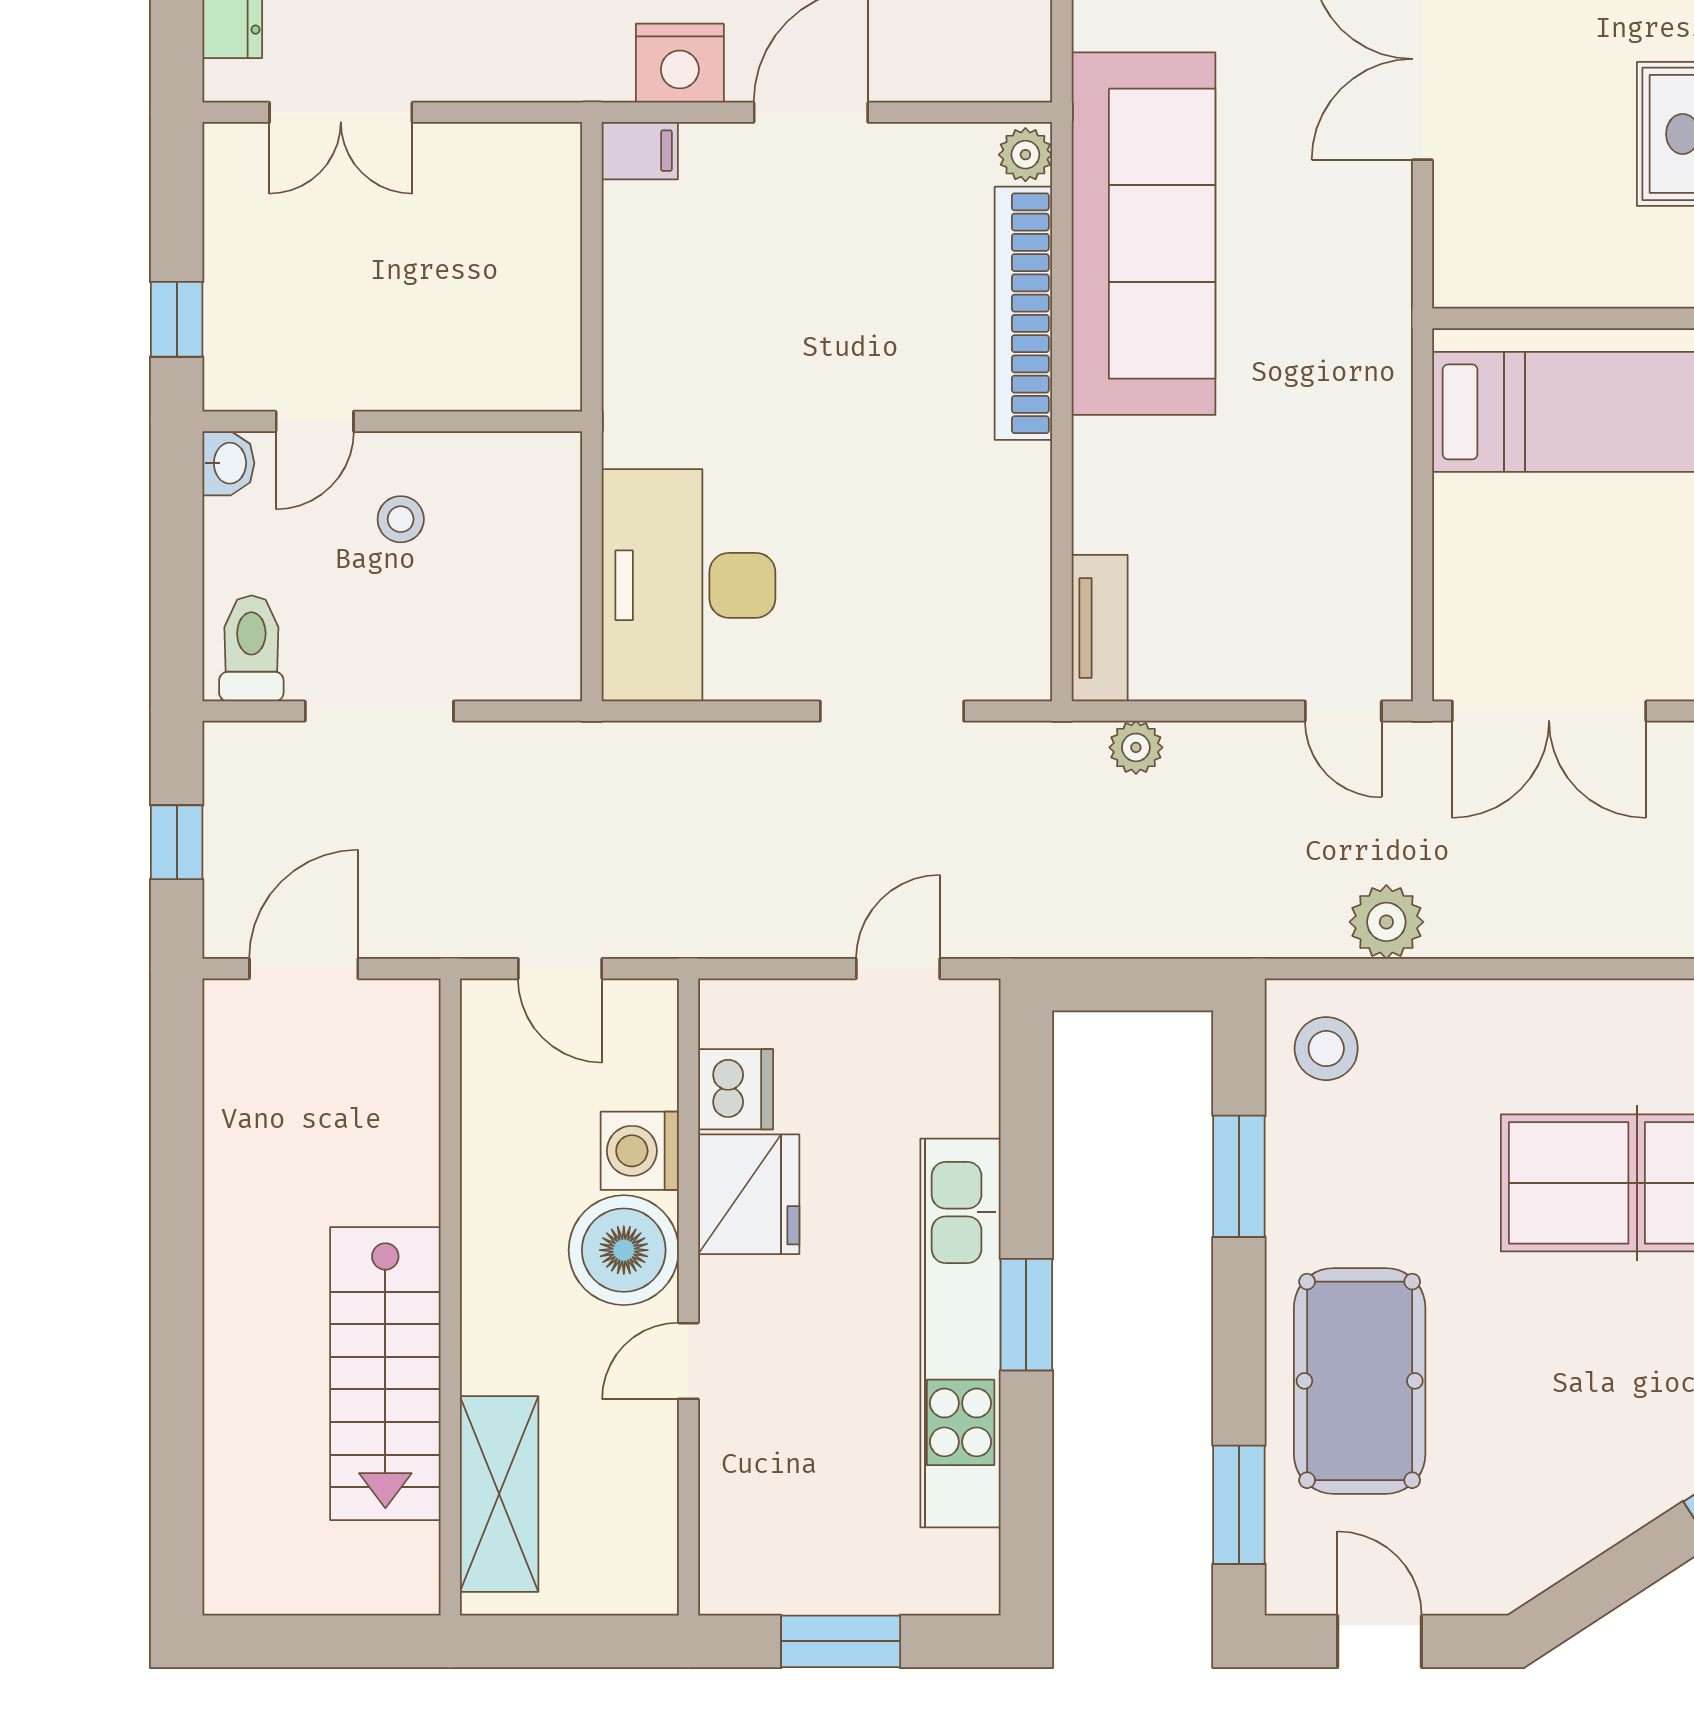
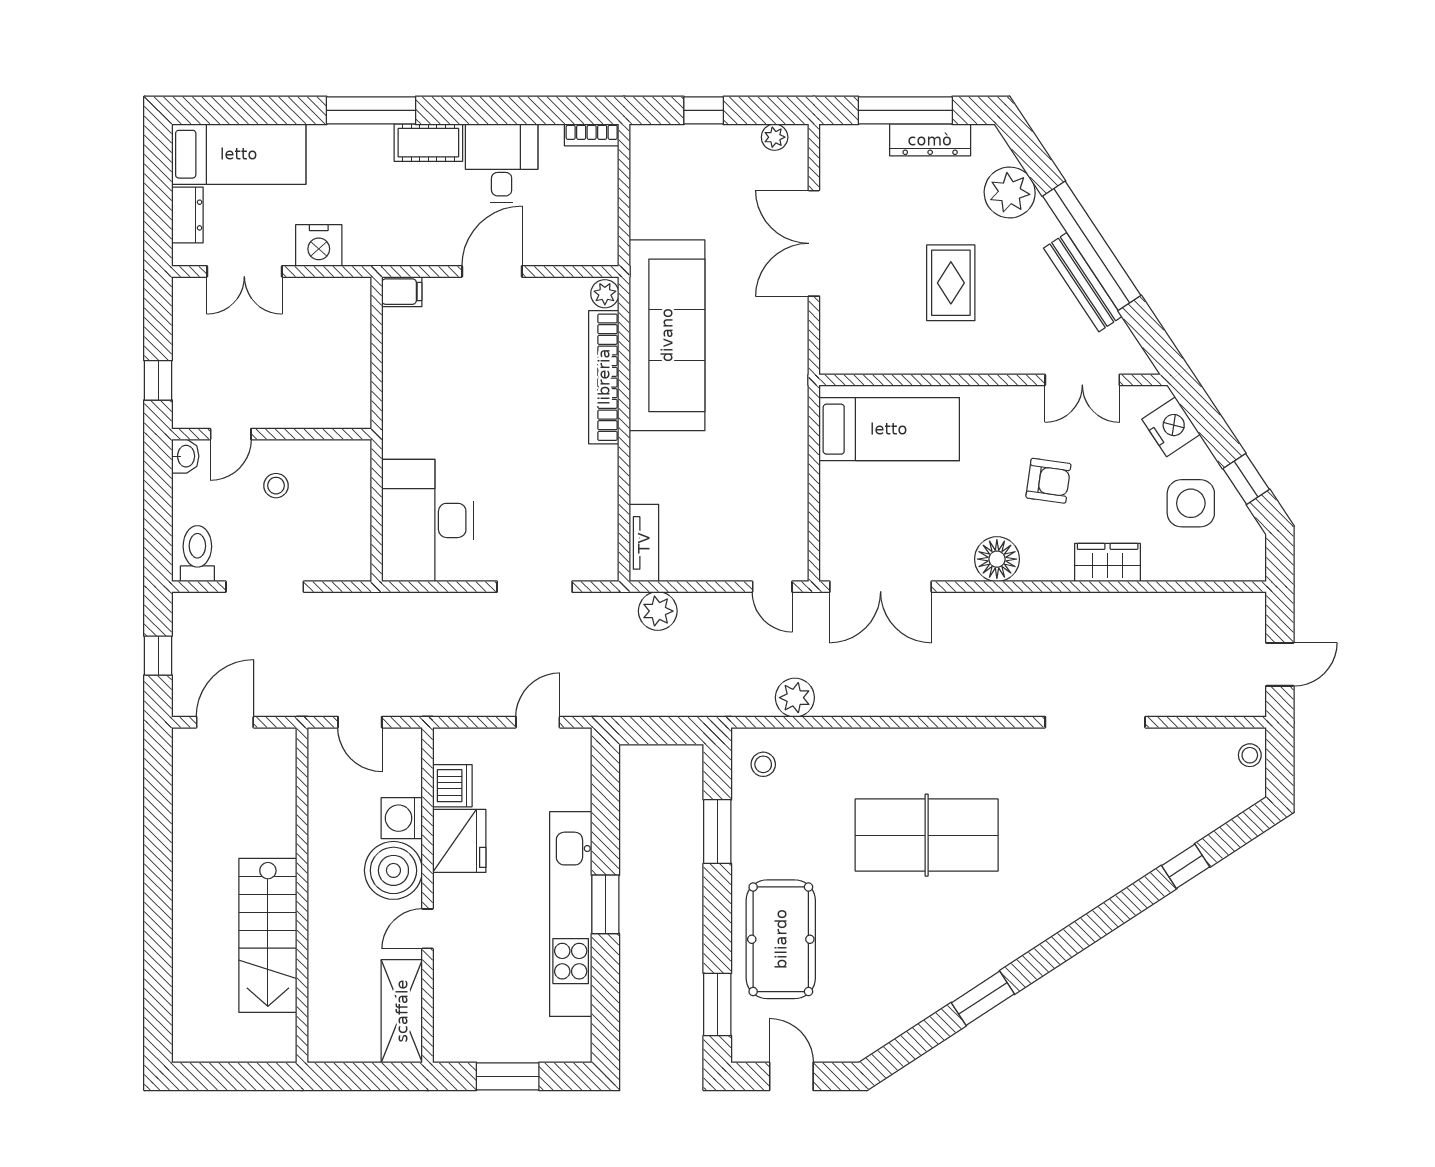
nightstand: (680, 63) -> (319, 246), moved
plant: (1136, 747) -> (658, 611), width x1.38, depth x1.38
stool: (1326, 1049) -> (763, 764), width x0.73, depth x0.73
shelving: (499, 1494) -> (402, 1011), moved

